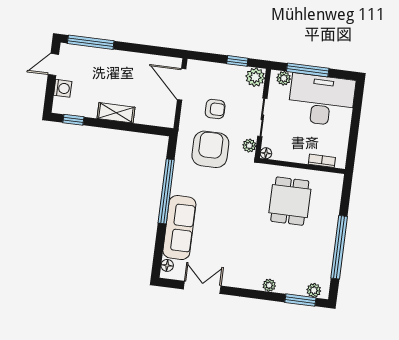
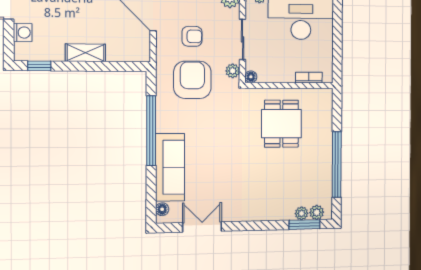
plant: (269, 285) -> (302, 213), moved

